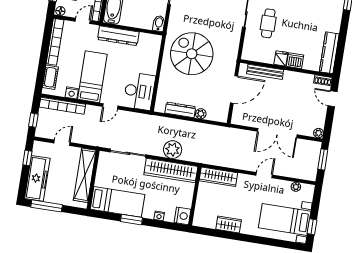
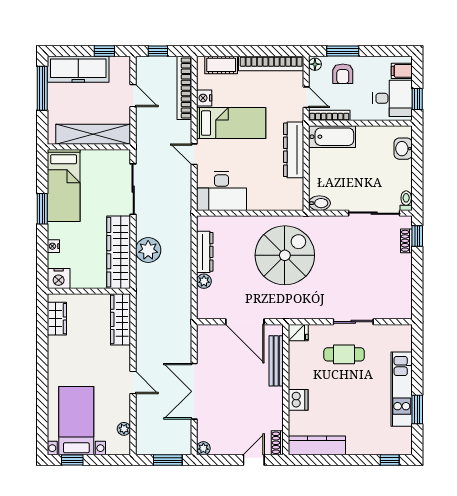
fridge: (281, 58) -> (298, 333), moved
wardrobe: (229, 224) -> (57, 319), moved

